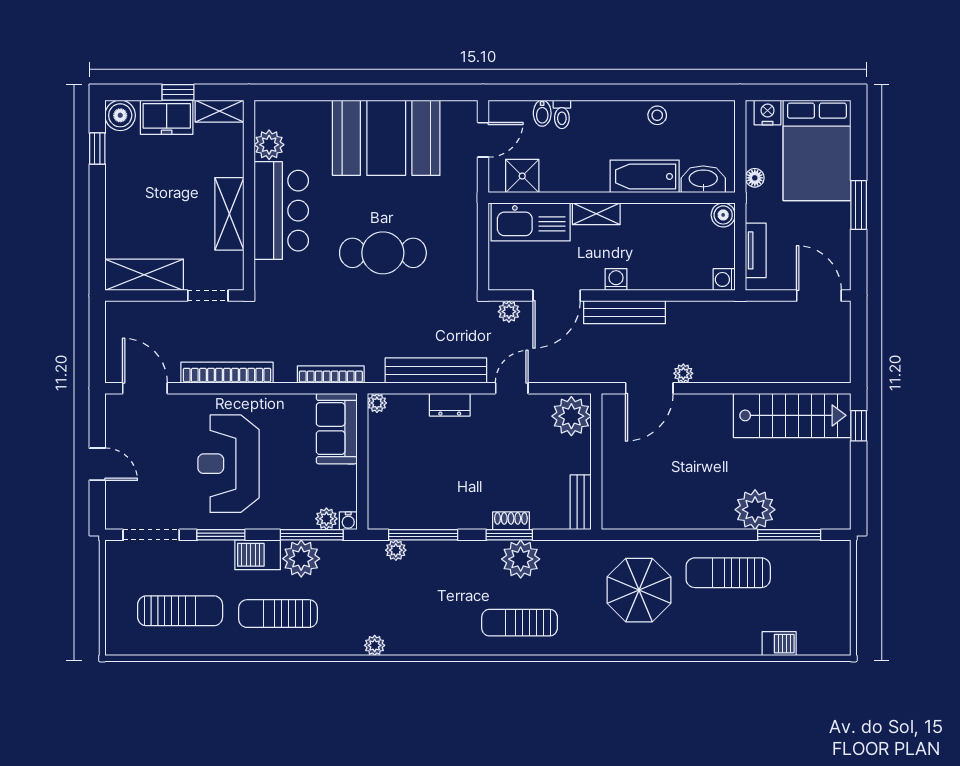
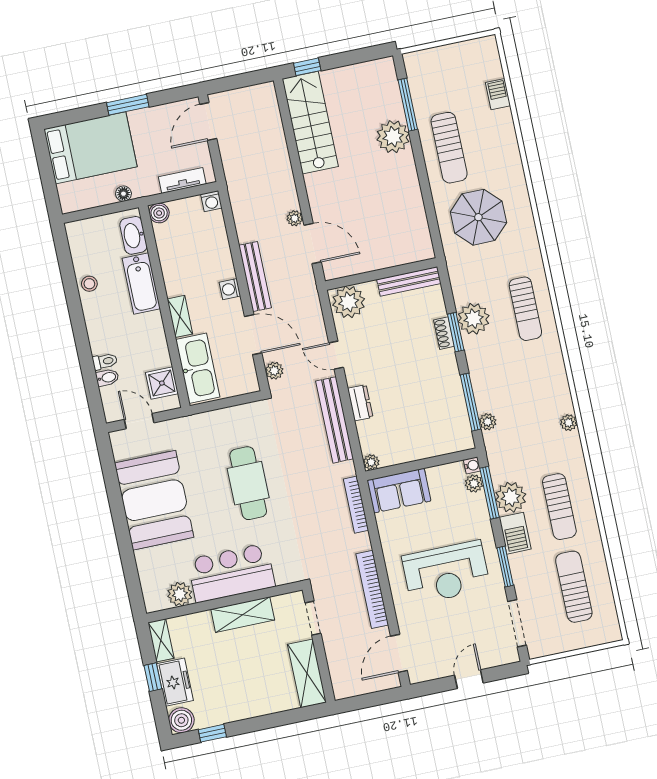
nightstand: (768, 112) -> (68, 194), removed
bench: (581, 502) -> (409, 281), width x1.36

